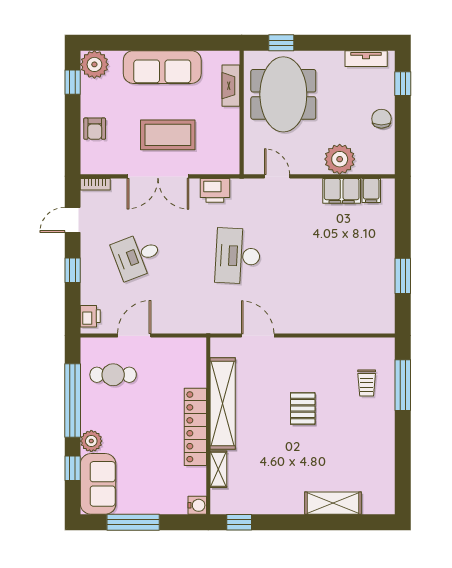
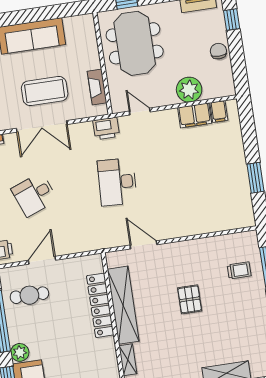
fireplace: (231, 86) -> (97, 87), moved
printer: (215, 190) -> (106, 128), moved
trolley: (367, 383) -> (239, 270), turned -90
locker: (195, 427) -> (100, 305), moved

